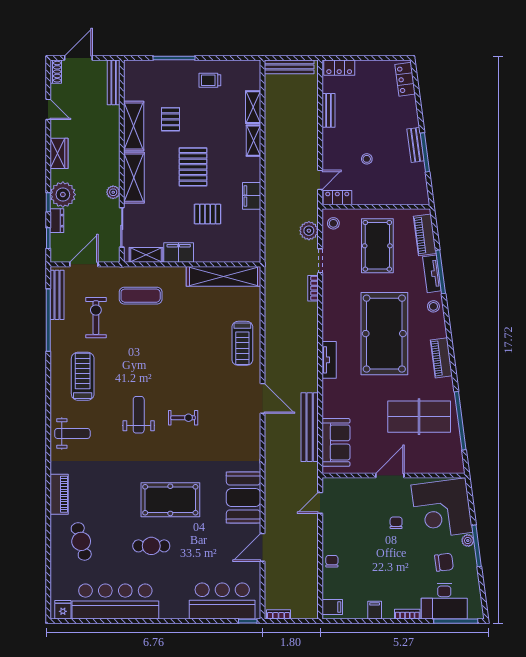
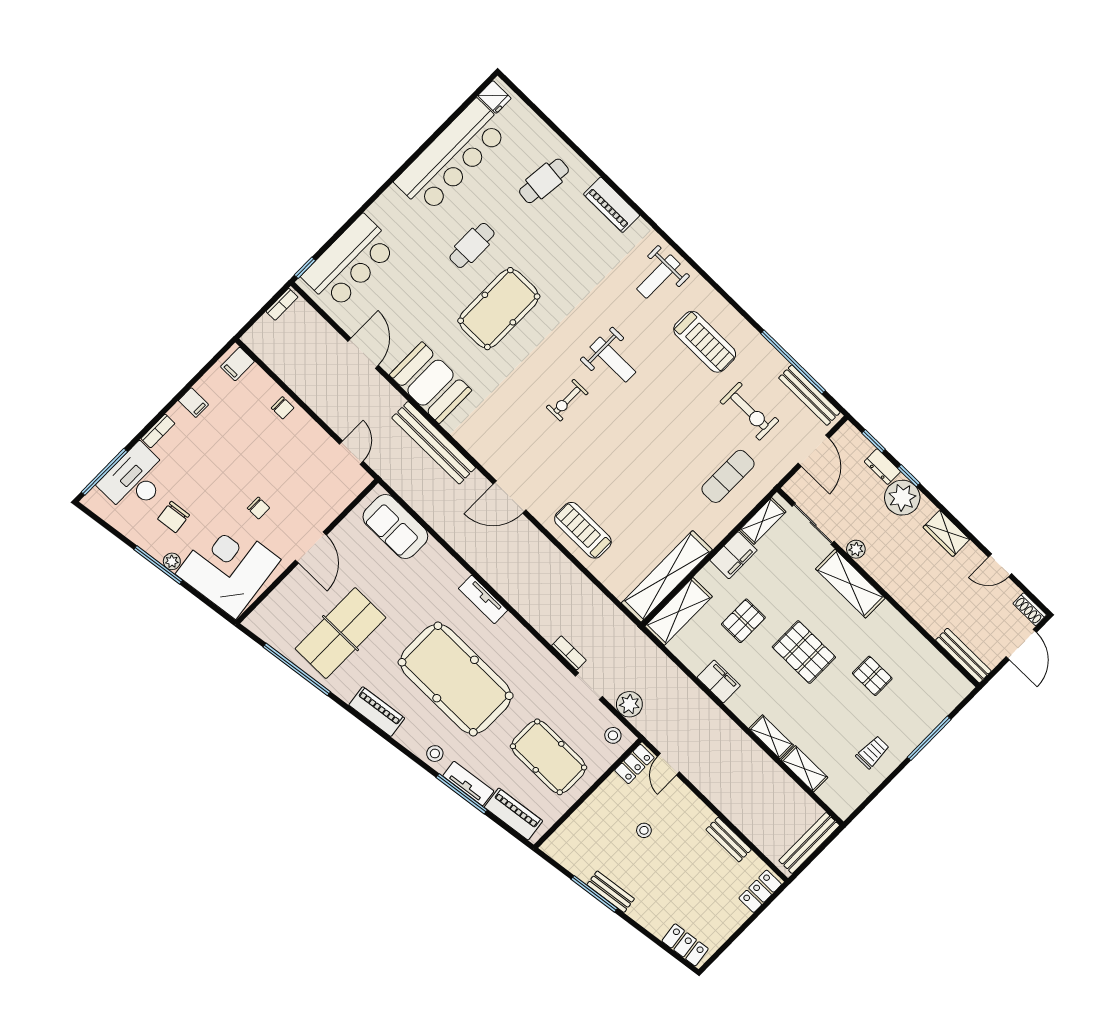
shelving: (134, 126) -> (679, 611), moved, turned 90
bench: (310, 427) -> (434, 443), moved
cafe table: (81, 541) -> (544, 181), turned -69

